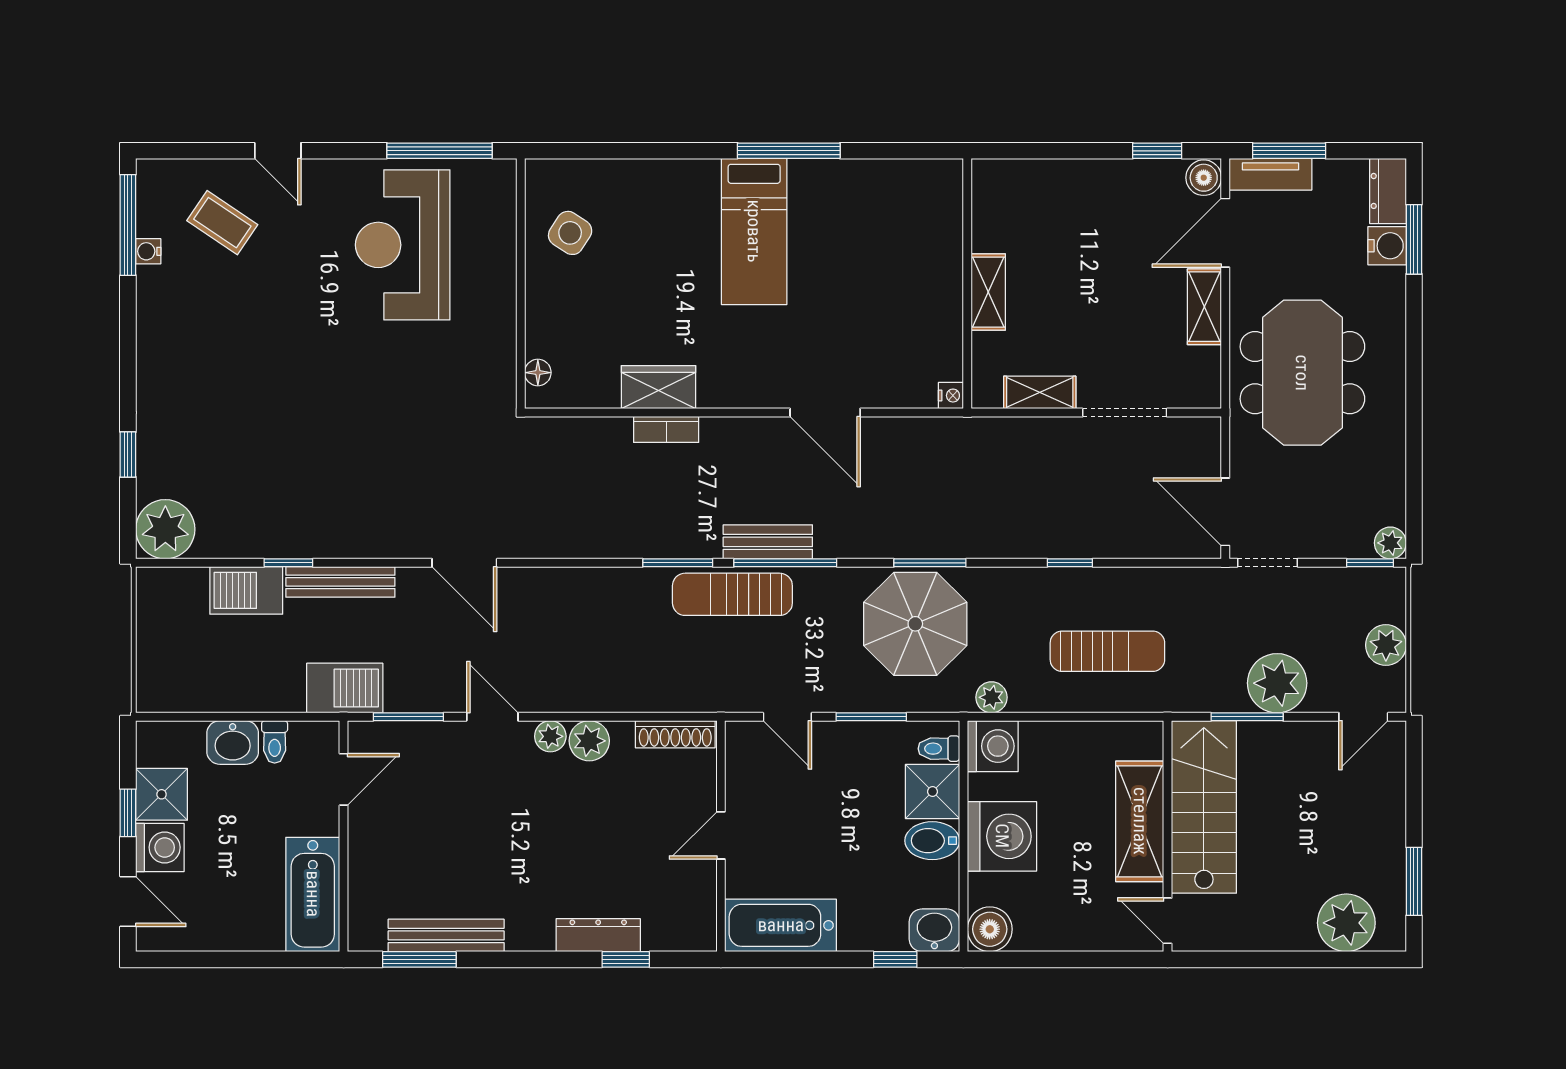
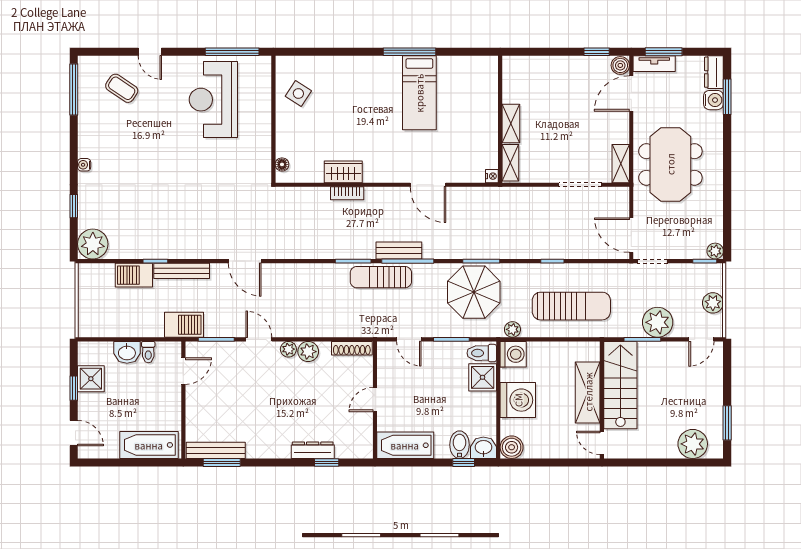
bed: (754, 231) -> (419, 93), moved
water cooler: (148, 251) -> (84, 165), moved
shelving: (1204, 307) -> (621, 164), moved
shelving: (1040, 392) -> (510, 163), moved, turned 90
sun lounger: (1107, 651) -> (571, 306), width x1.36, depth x1.34
toilet: (939, 749) -> (482, 353), width x1.37, depth x1.39
bidet: (932, 841) -> (459, 445), moved, turned 90
washing machine: (160, 847) -> (90, 406), removed
bathtub: (313, 894) -> (149, 445), moved, turned 90
bench: (446, 935) -> (216, 450), moved

